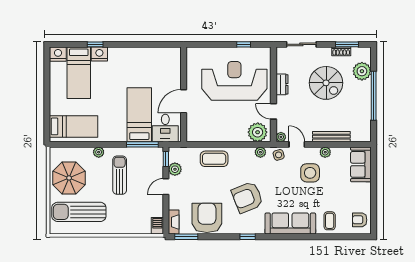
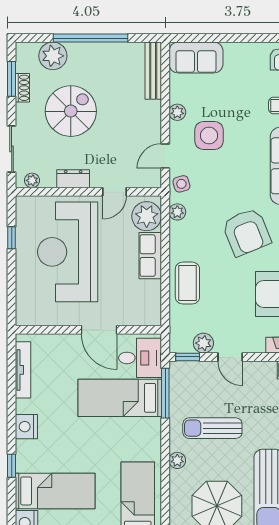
tv unit: (158, 52) -> (23, 370), added
nightstand: (99, 54) -> (26, 427), moved
row of seats: (232, 135) -> (150, 256), added
plant: (281, 137) -> (32, 180), moved
bench: (331, 137) -> (153, 71), moved

